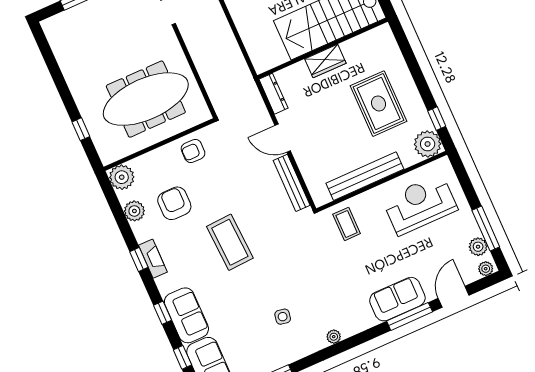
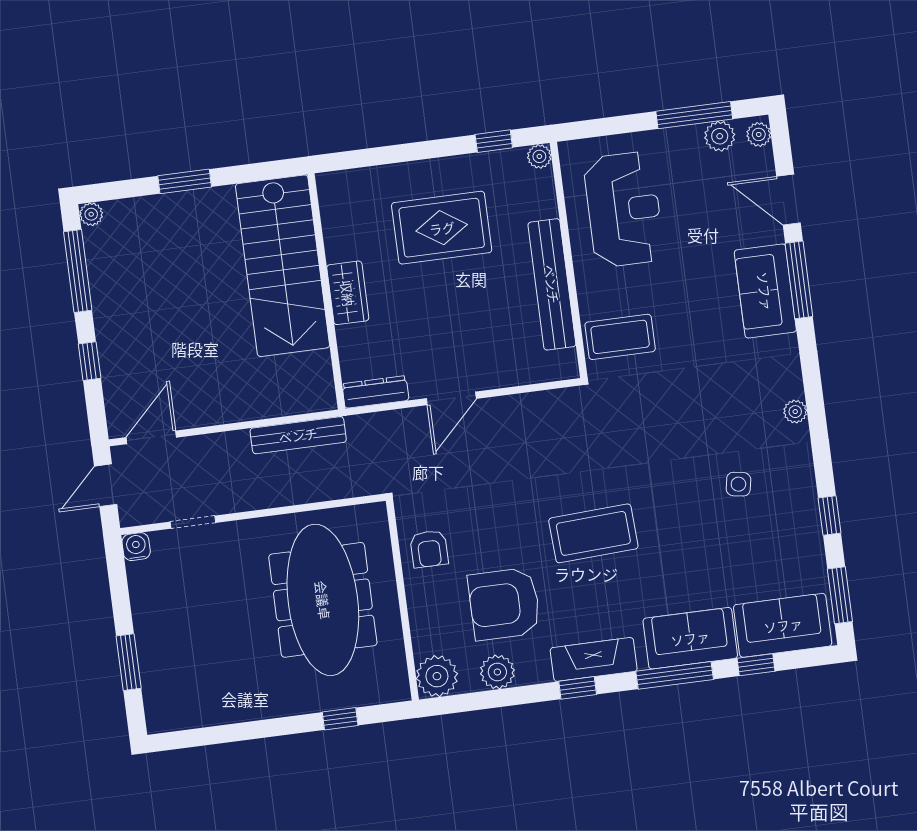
plant: (428, 144) -> (539, 156), width x0.53, depth x0.53
bench: (292, 183) -> (298, 435), moved
armchair: (174, 203) -> (504, 604), width x1.36, depth x1.36
reception desk: (420, 204) -> (624, 209), turned 180
coffee table: (347, 224) -> (620, 337), width x1.36, depth x1.30
fireplace: (153, 259) -> (594, 659), width x1.37, depth x1.32
window: (163, 313) -> (675, 675), width x2.17

